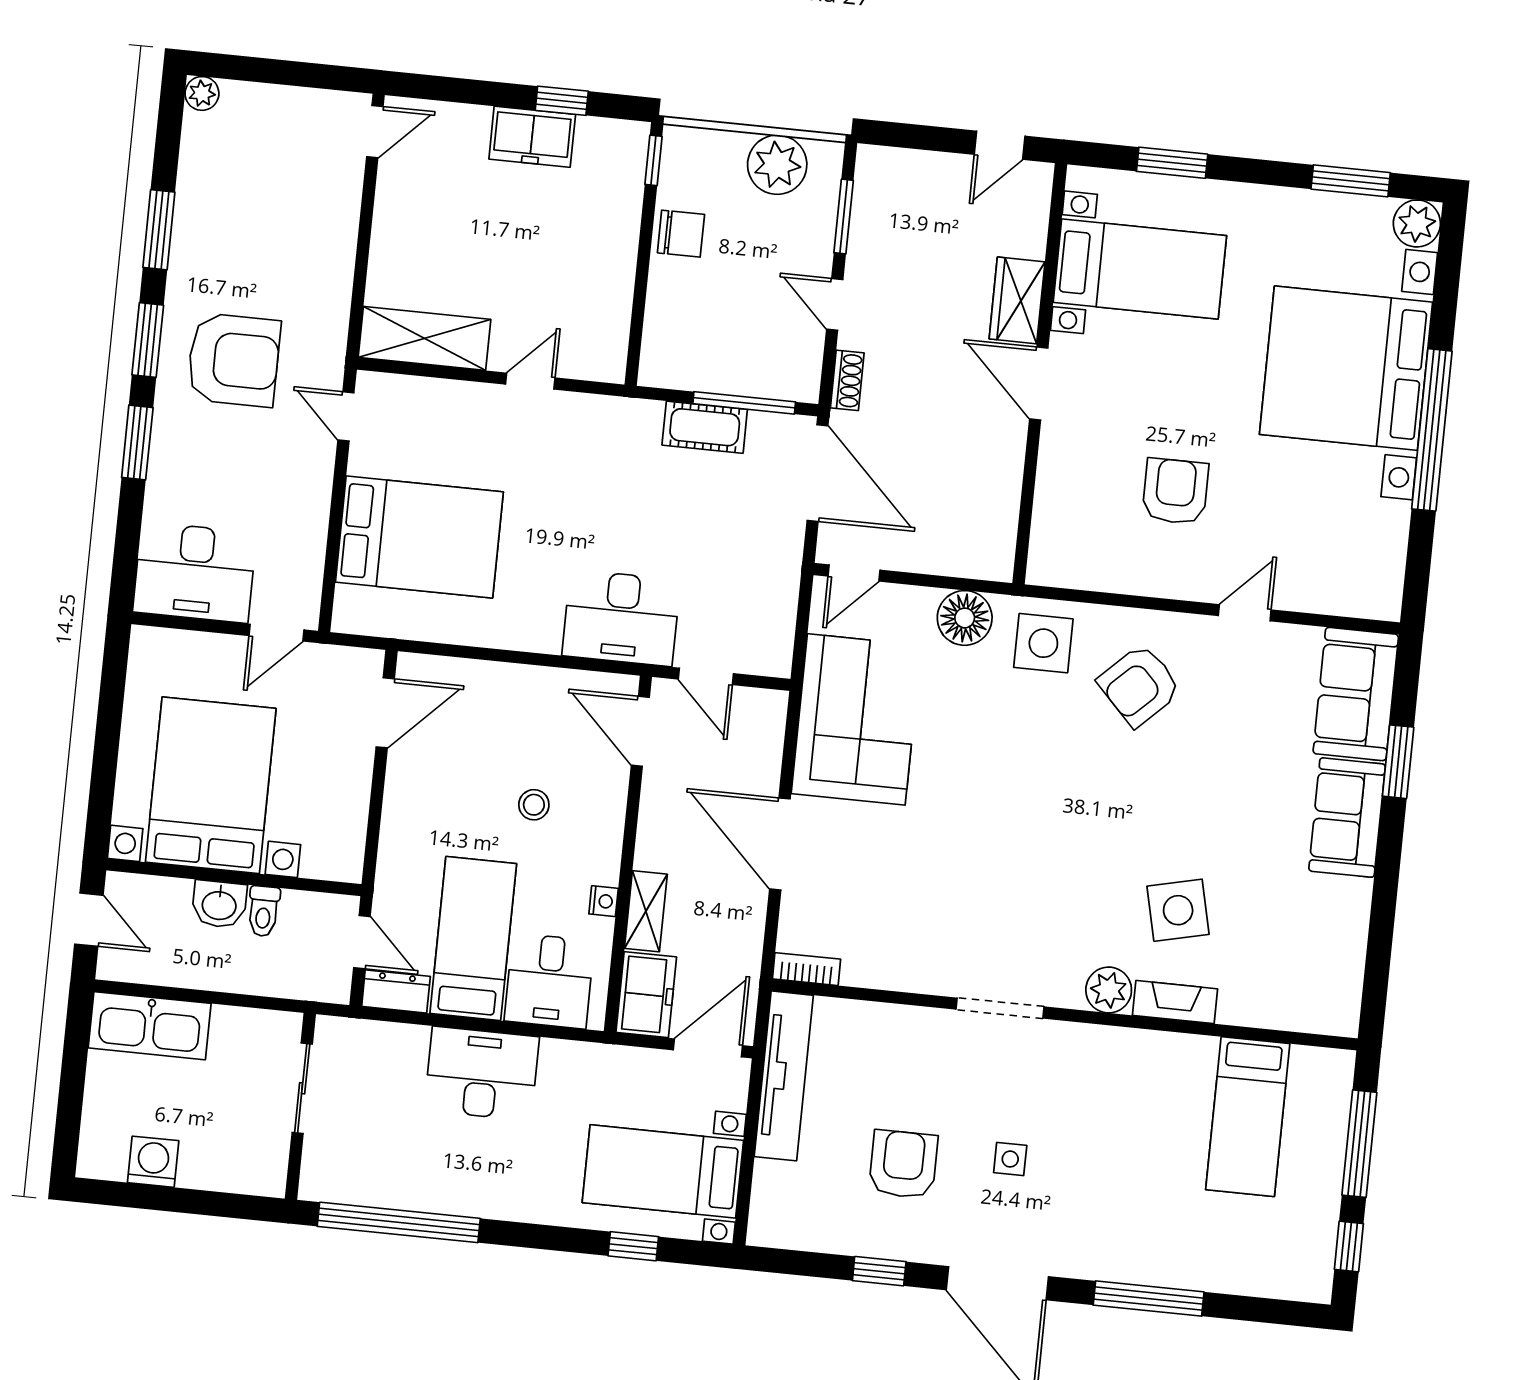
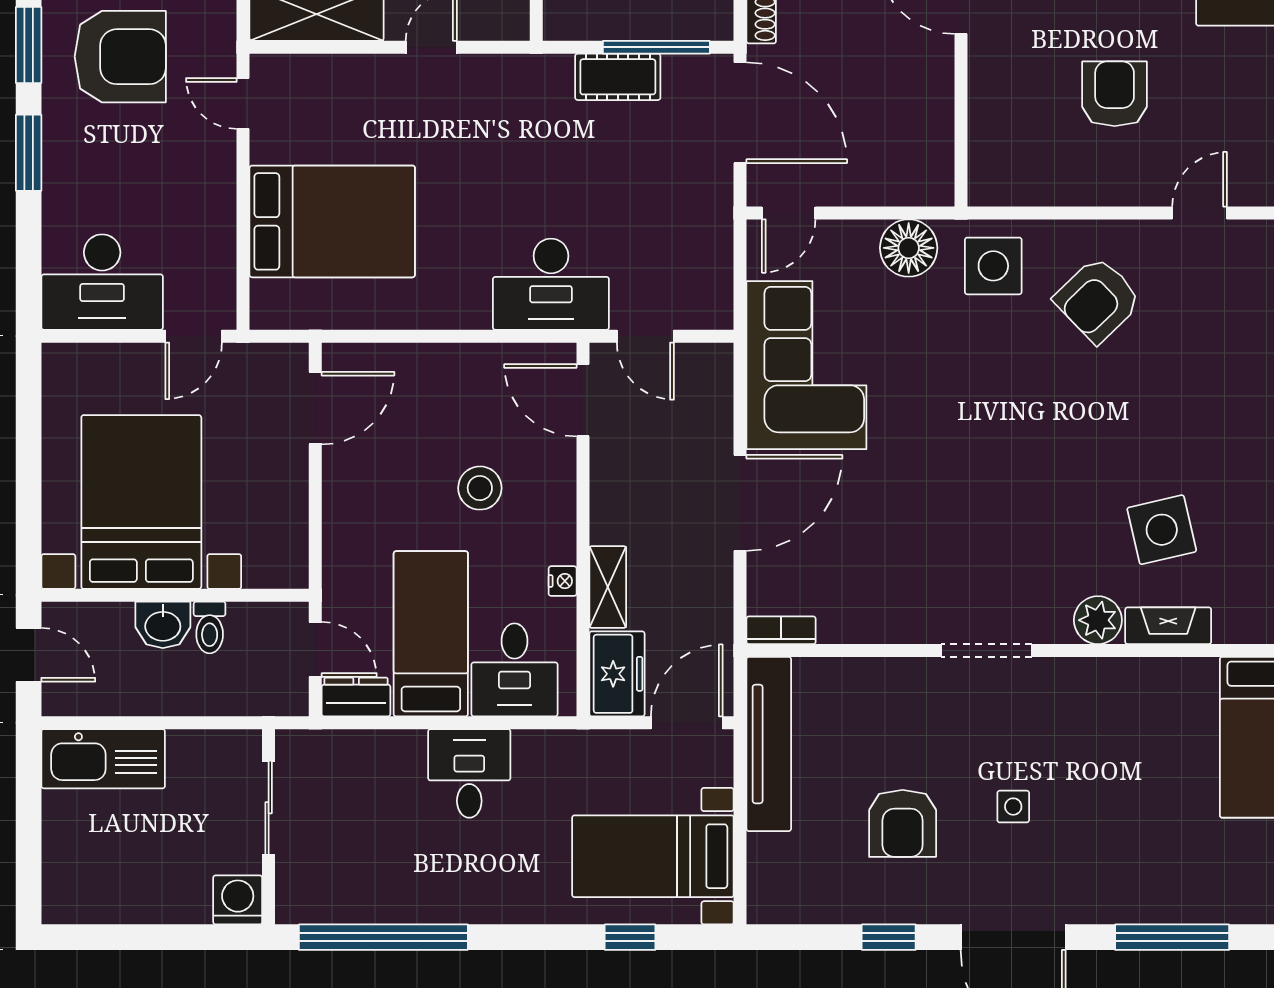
stool: (534, 805) -> (480, 488), width x1.37, depth x1.37
door: (780, 844) -> (740, 503), swing flipped
desk: (482, 1074) -> (469, 773), width x0.73
washing machine: (153, 1162) -> (238, 900), moved
armchair: (903, 1164) -> (903, 823), turned 180

